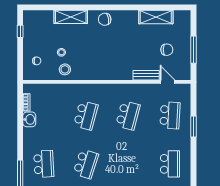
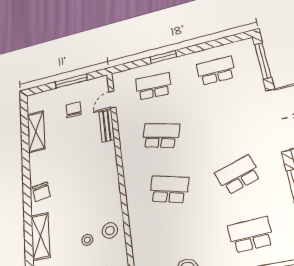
school desk: (86, 164) -> (238, 175), turned -36

